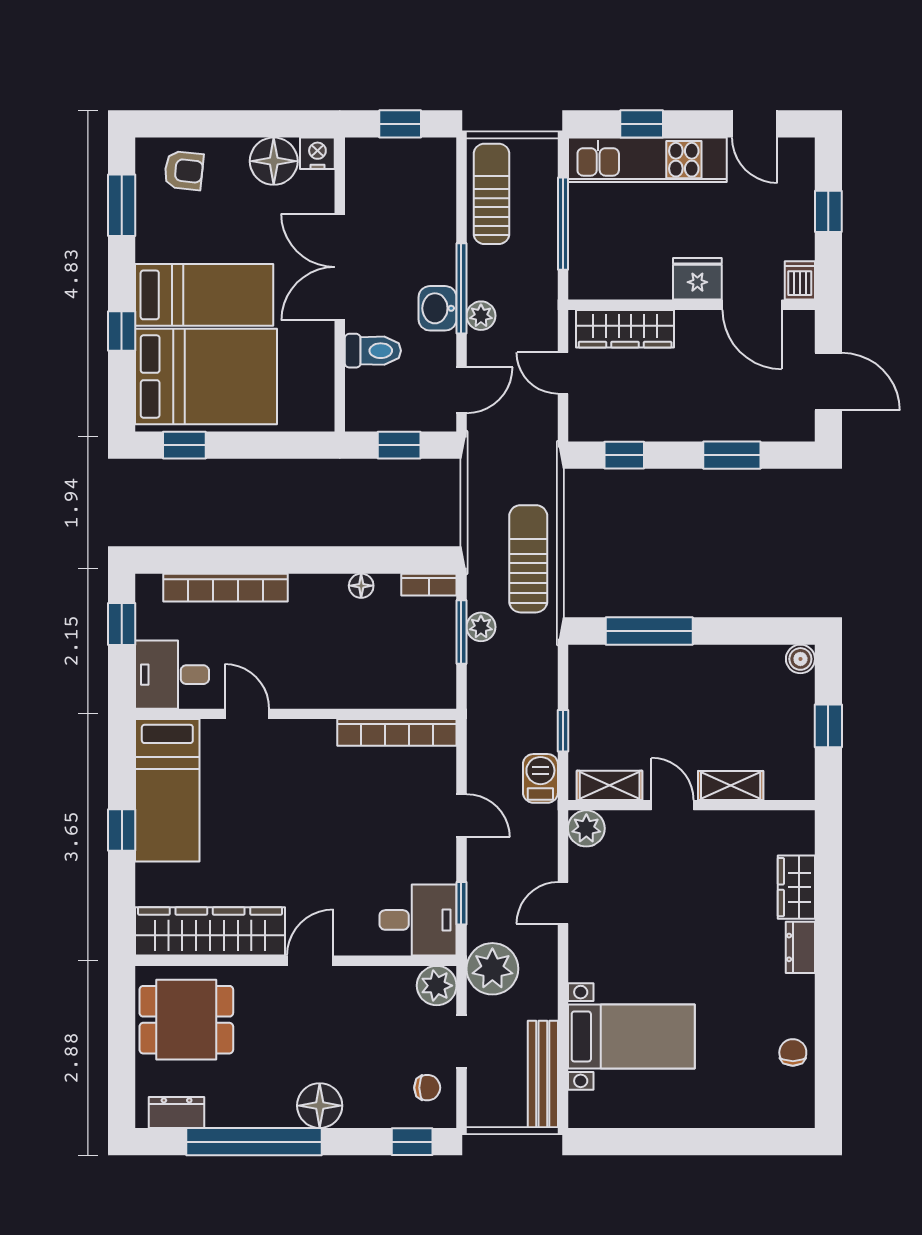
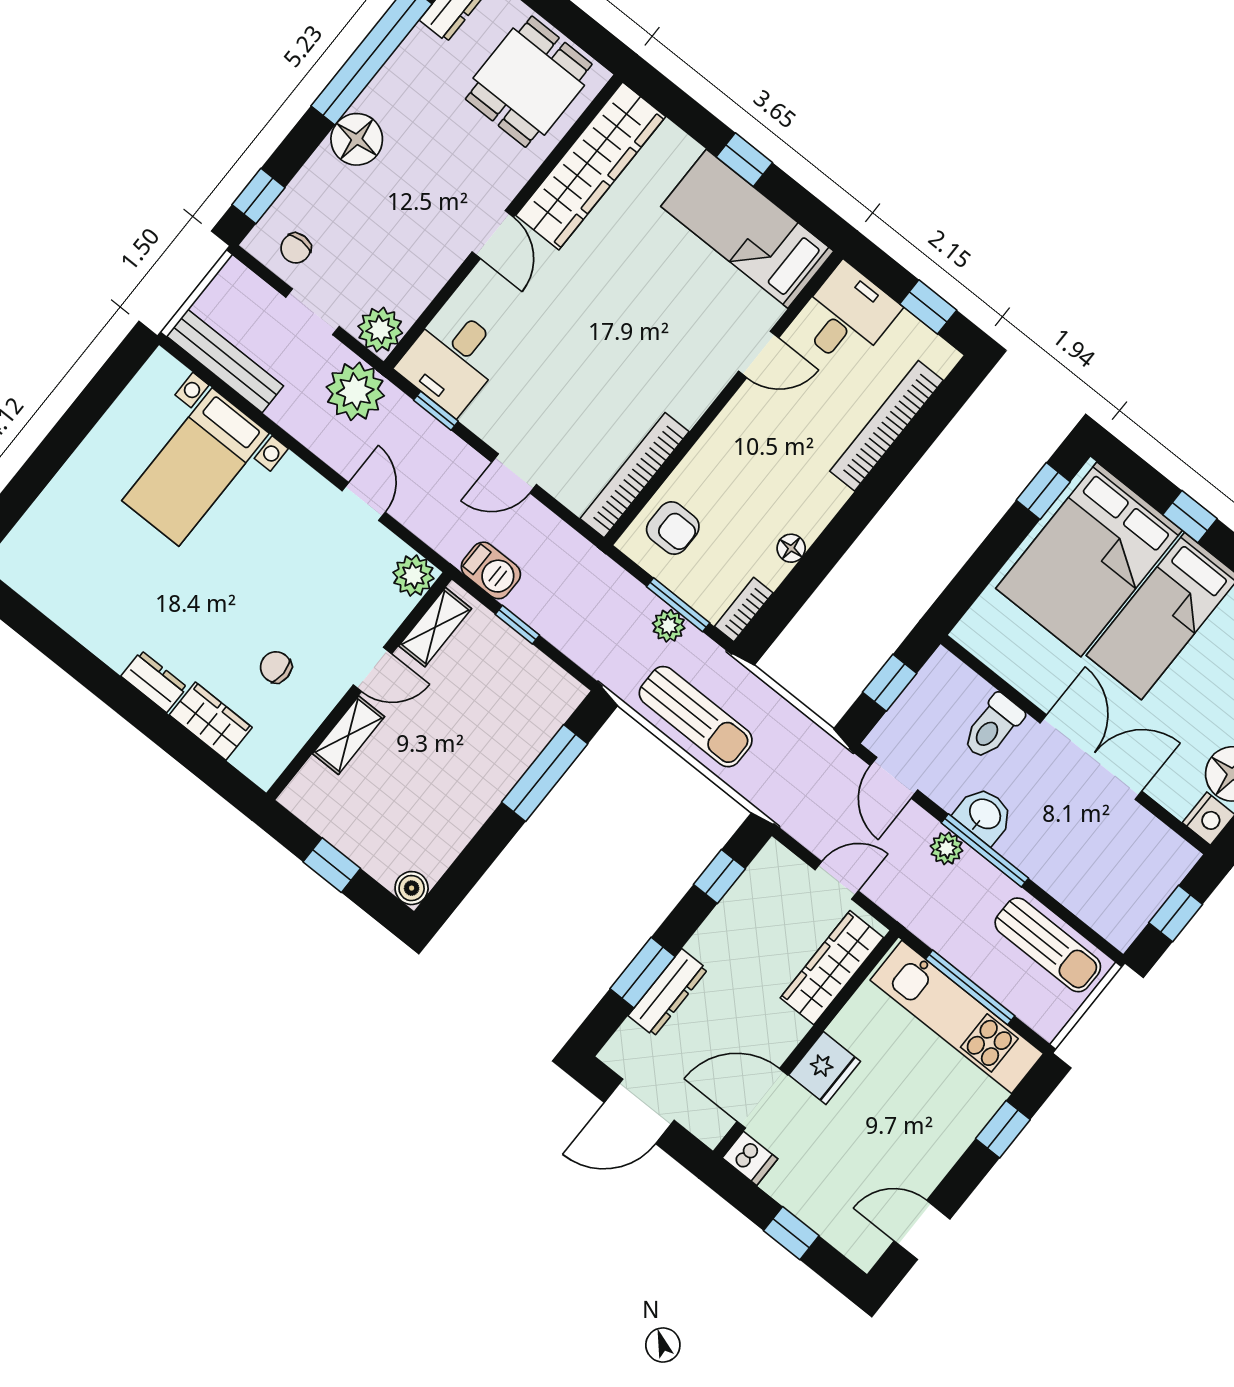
kitchen unit: (647, 160) -> (957, 1017), moved, turned -90
dresser: (732, 427) -> (668, 993), added
armchair: (412, 677) -> (673, 528), added
chair: (793, 1052) -> (276, 667), moved, turned 180

